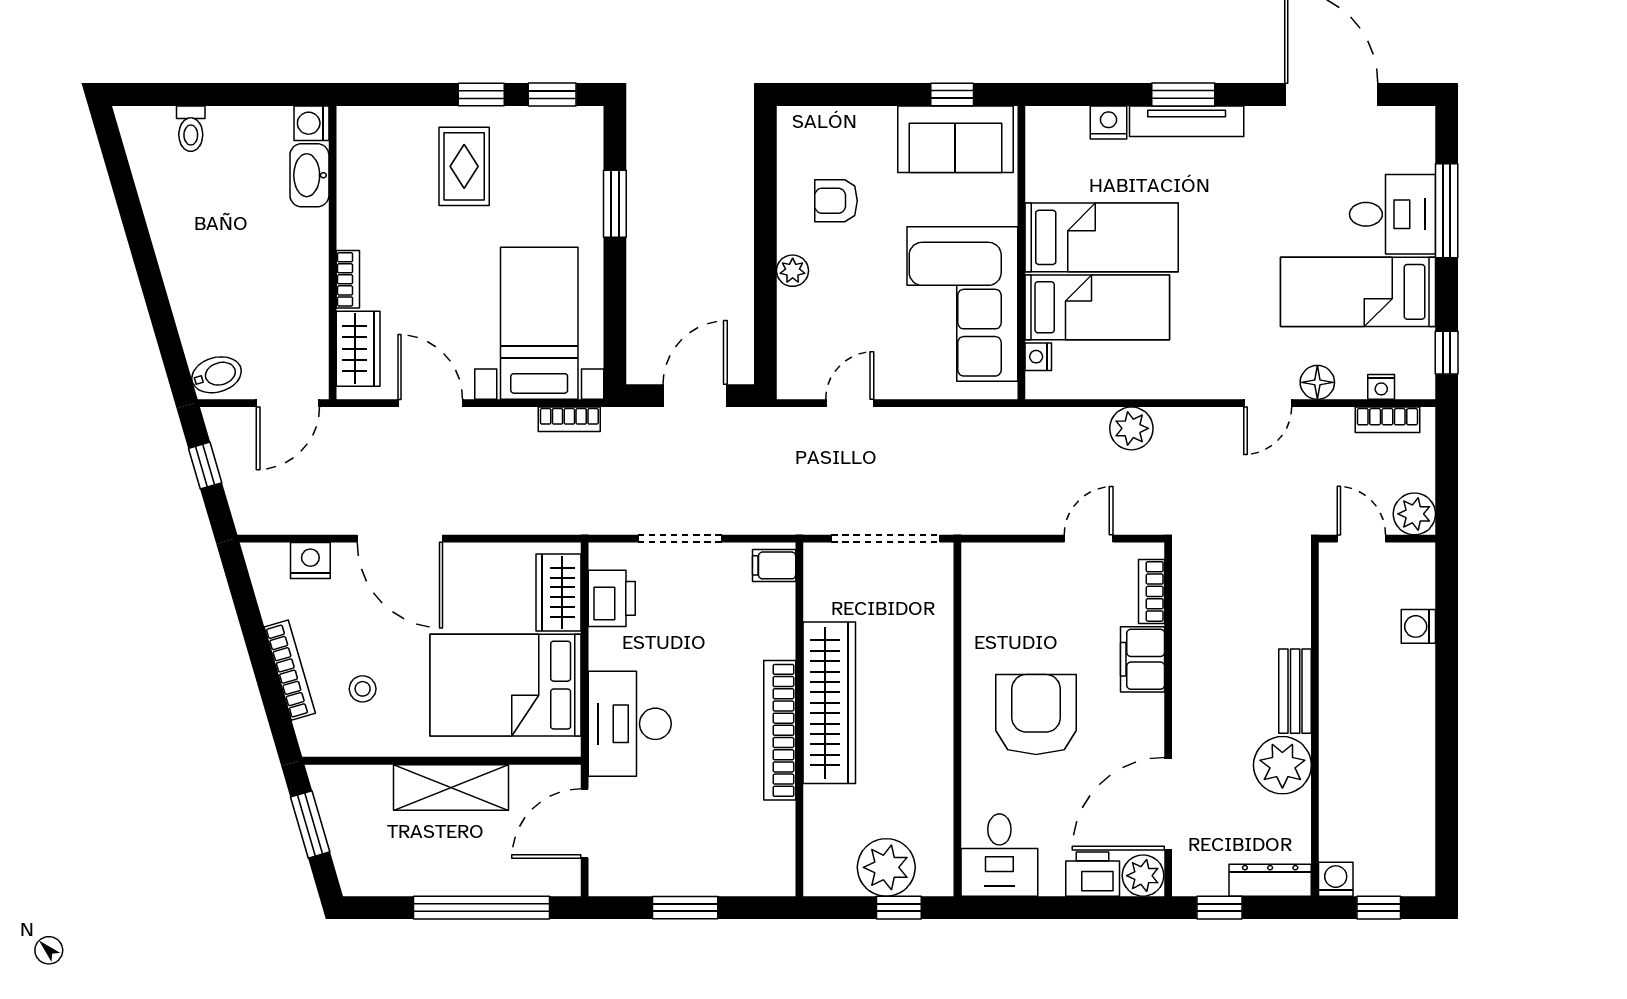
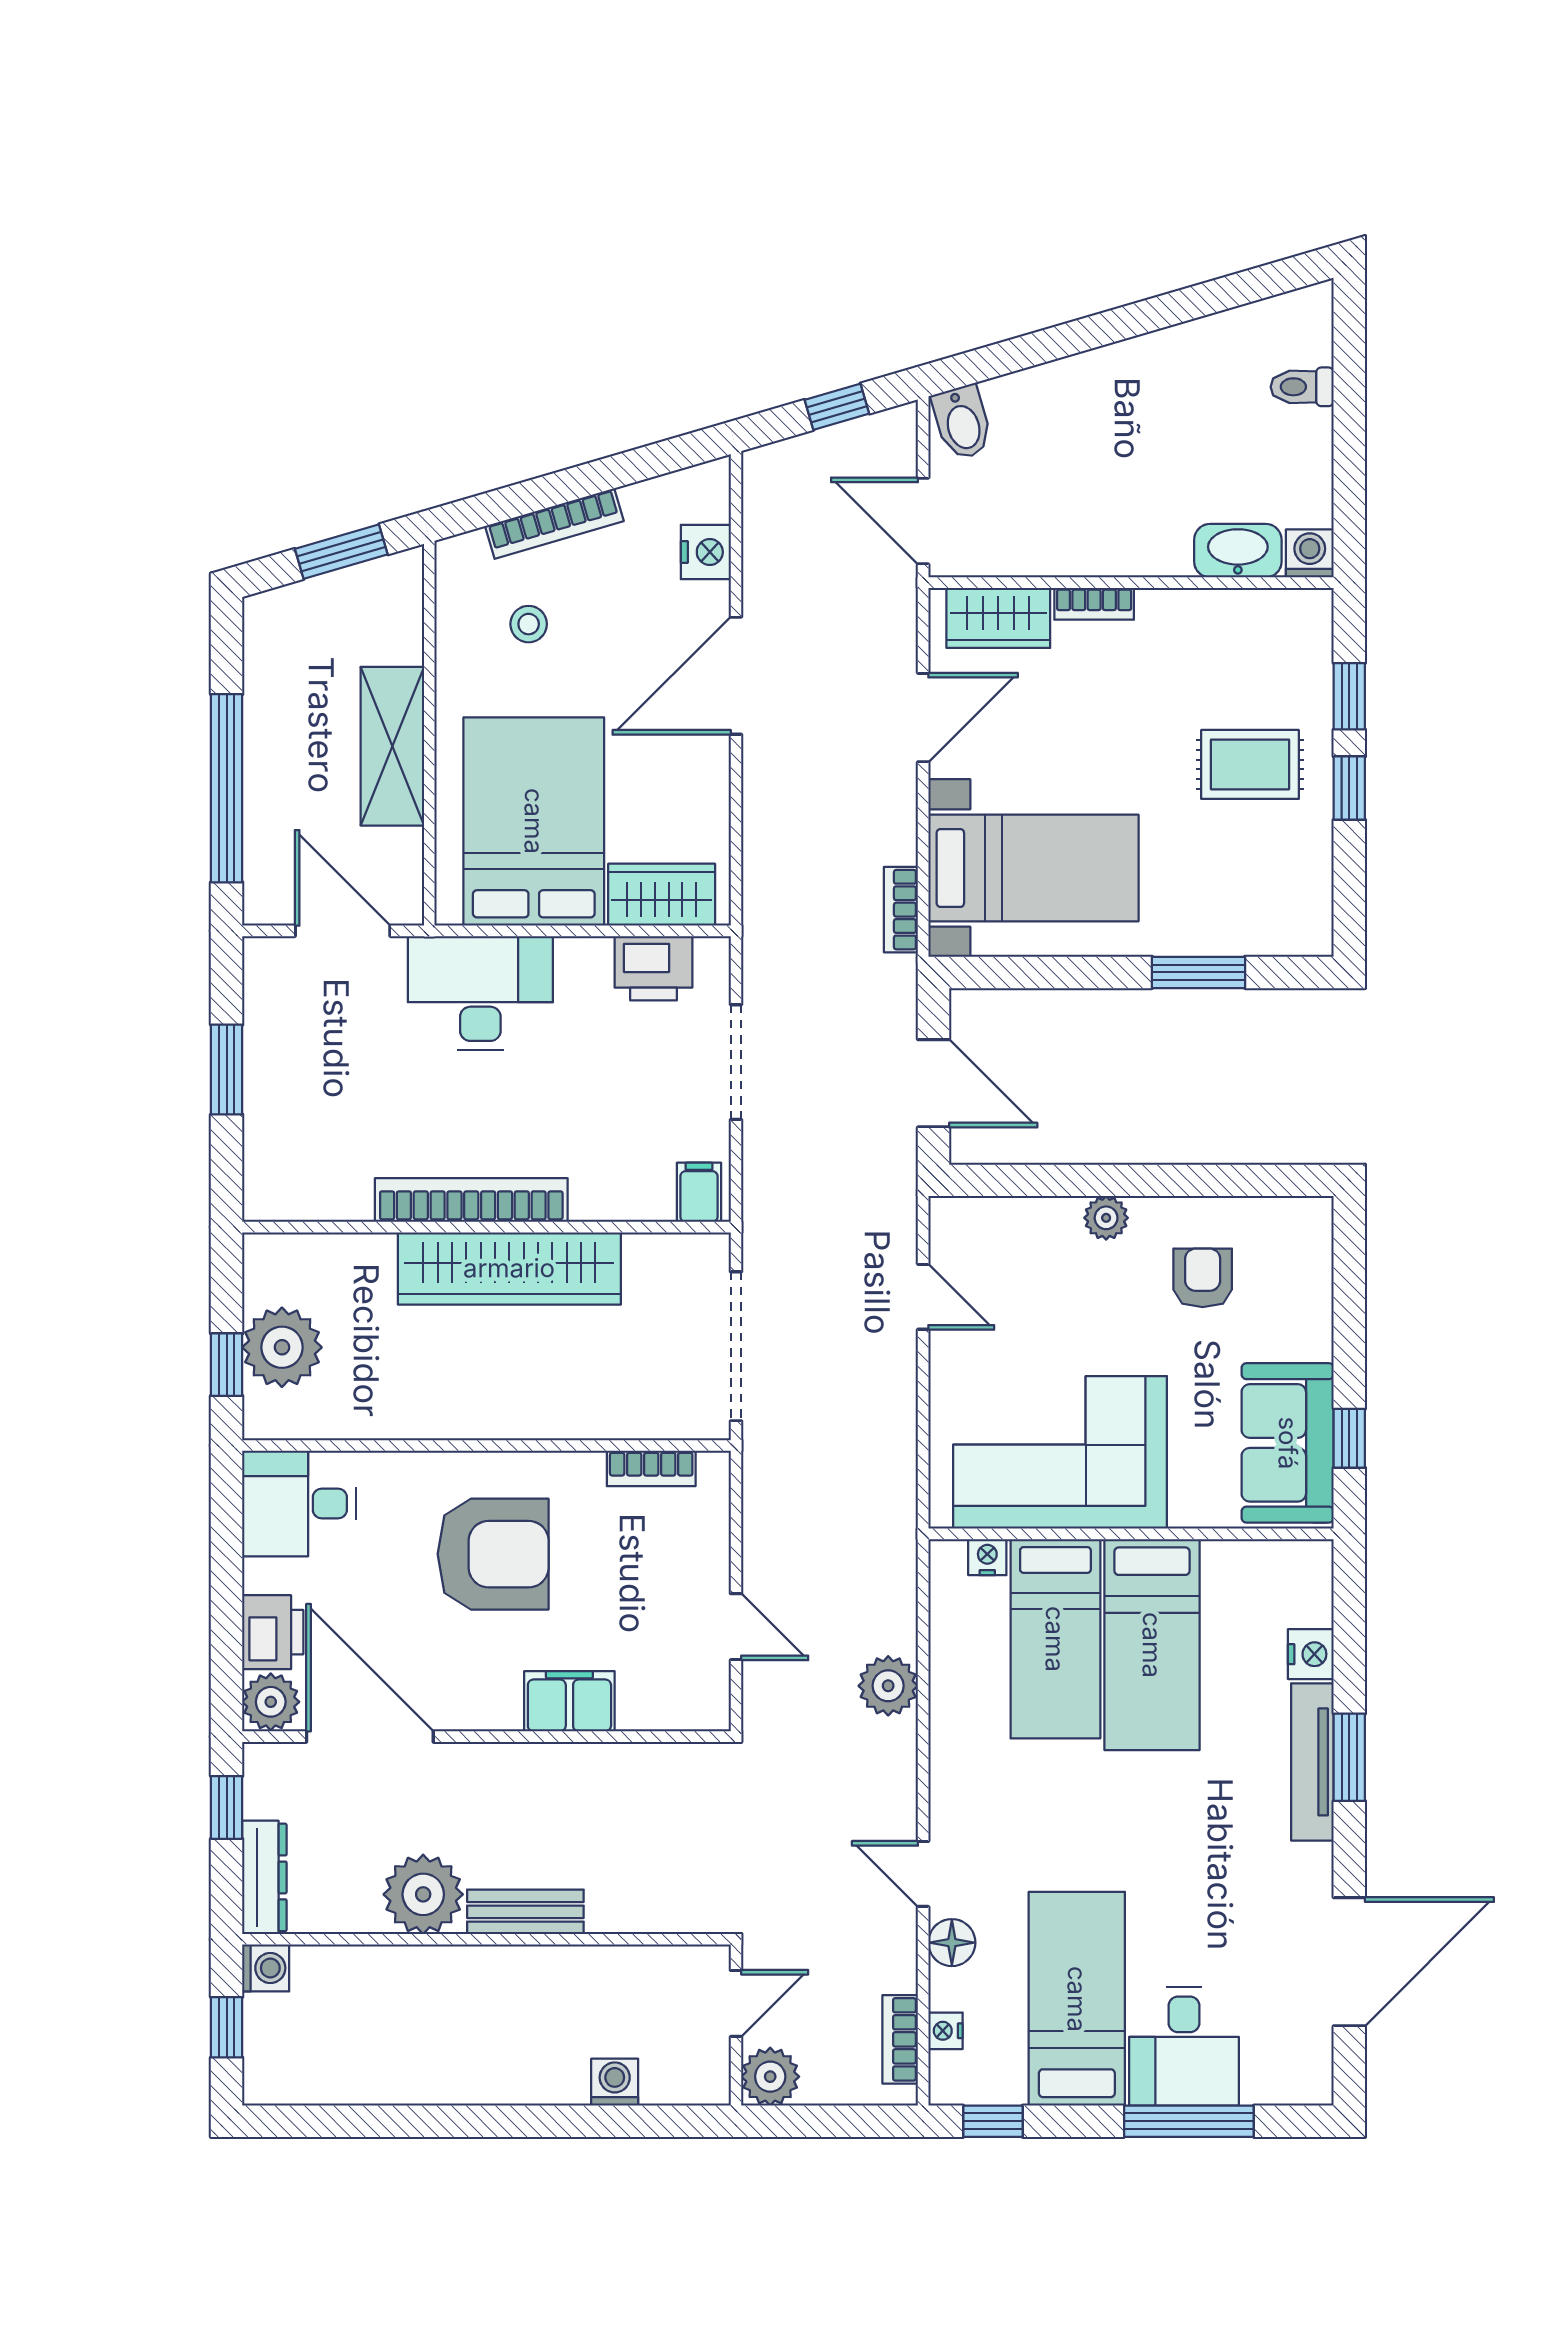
window: (552, 95) -> (1349, 696), moved
bookcase: (1152, 591) -> (651, 1468), moved, turned 180

